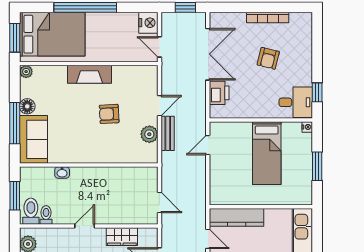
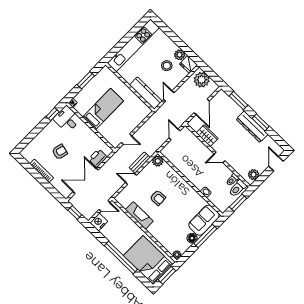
door: (159, 47) -> (104, 206), hinge flipped
fireplace: (89, 74) -> (139, 215), moved
plant: (149, 134) -> (158, 161), moved

